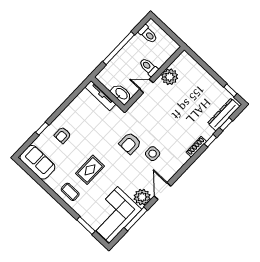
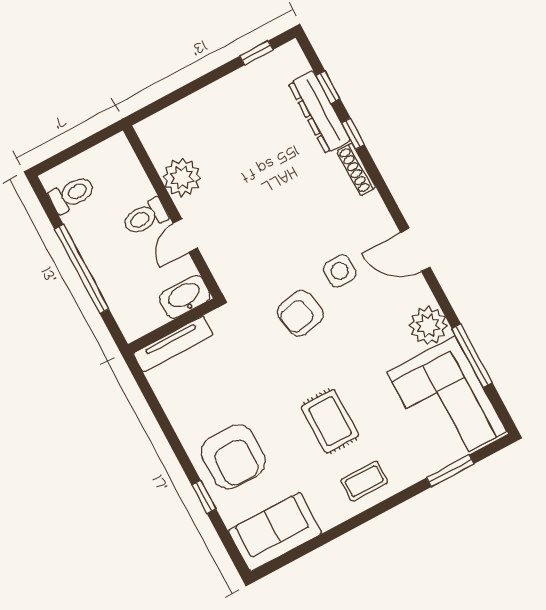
dresser: (224, 115) -> (319, 112), moved
armchair: (63, 135) -> (233, 457), width x1.88, depth x1.88
armchair: (130, 143) -> (300, 313), turned 78
door: (162, 191) -> (415, 250), moved

